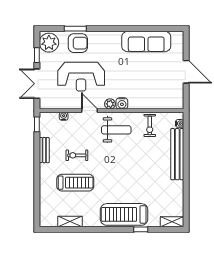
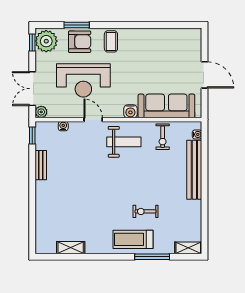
sofa: (146, 42) -> (166, 106), moved, turned 180
coffee table: (105, 43) -> (111, 41), added
window: (37, 55) -> (32, 43), moved
plant: (110, 104) -> (41, 112), moved
exercise bike: (77, 155) -> (145, 211), moved
treadmill: (75, 183) -> (77, 203), removed
treadmill: (124, 214) -> (133, 239), width x0.73, depth x0.73
window: (141, 229) -> (152, 257), width x2.17

